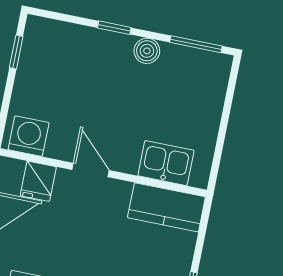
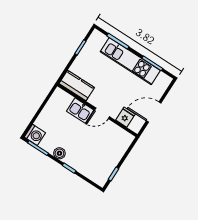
washing machine: (29, 136) -> (35, 135), moved, turned -90
kitchen sink: (166, 163) -> (80, 111), moved
door: (91, 170) -> (102, 113), hinge flipped

